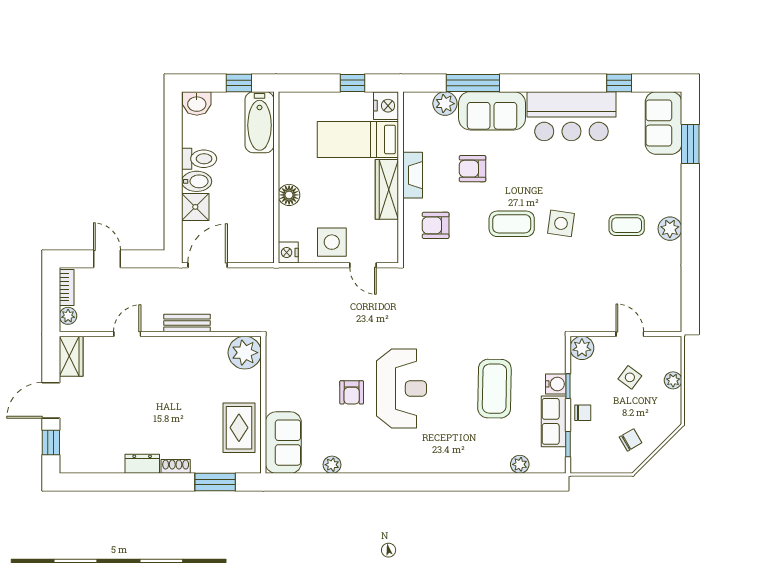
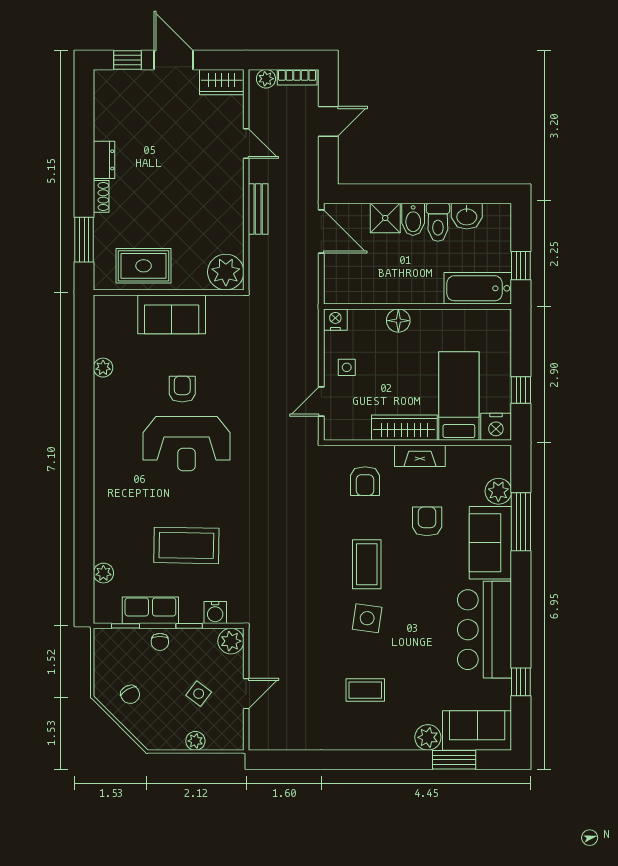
washbasin: (197, 103) -> (467, 216), moved, turned -90
armchair: (436, 225) -> (365, 481), turned 180
coffee table: (627, 225) -> (365, 690), turned 90
plant: (670, 229) -> (428, 737), moved
side table: (332, 242) -> (347, 367), width x0.54, depth x0.54
water cooler: (556, 384) -> (215, 612), moved
armchair: (352, 392) -> (182, 389), turned 90
sofa: (283, 443) -> (172, 314), moved

